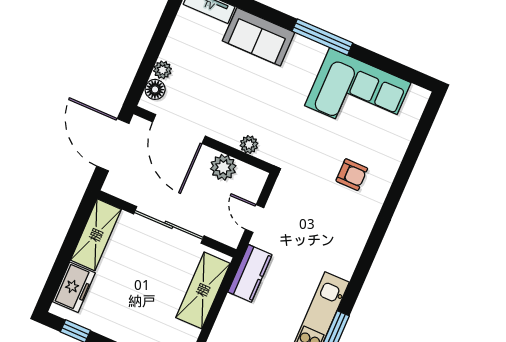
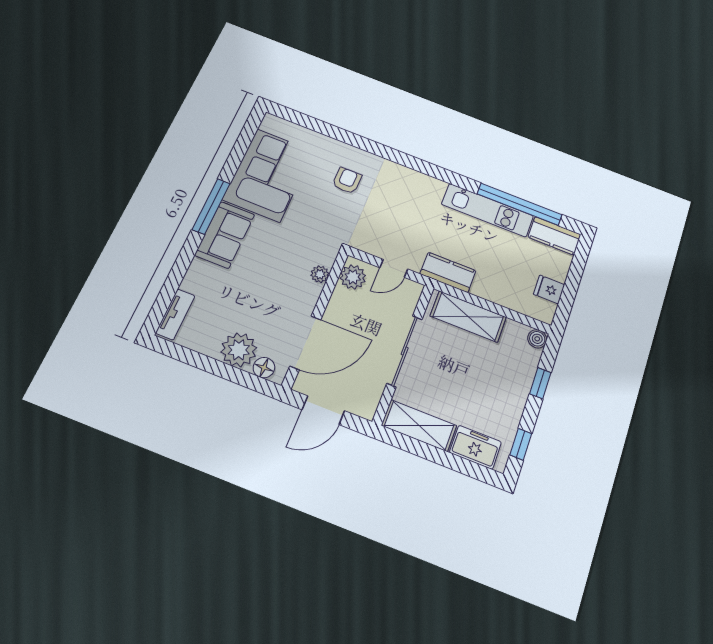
sofa: (259, 37) -> (225, 235), moved
plant: (162, 70) -> (239, 350), width x1.87, depth x1.87
door: (113, 145) -> (323, 410), width x0.73
plant: (223, 167) -> (353, 277), moved

